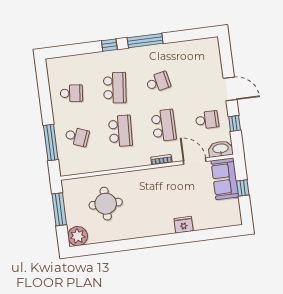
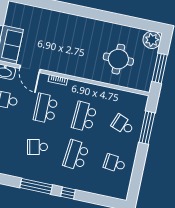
fridge: (184, 225) -> (58, 18), removed

